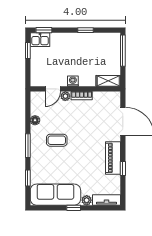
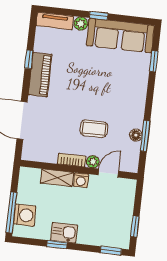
kitchen sink: (40, 40) -> (64, 233), moved
washing machine: (113, 50) -> (25, 215), added
shelving: (108, 81) -> (57, 178), moved
coffee table: (57, 140) -> (94, 129), moved
window: (28, 146) -> (145, 136), moved

